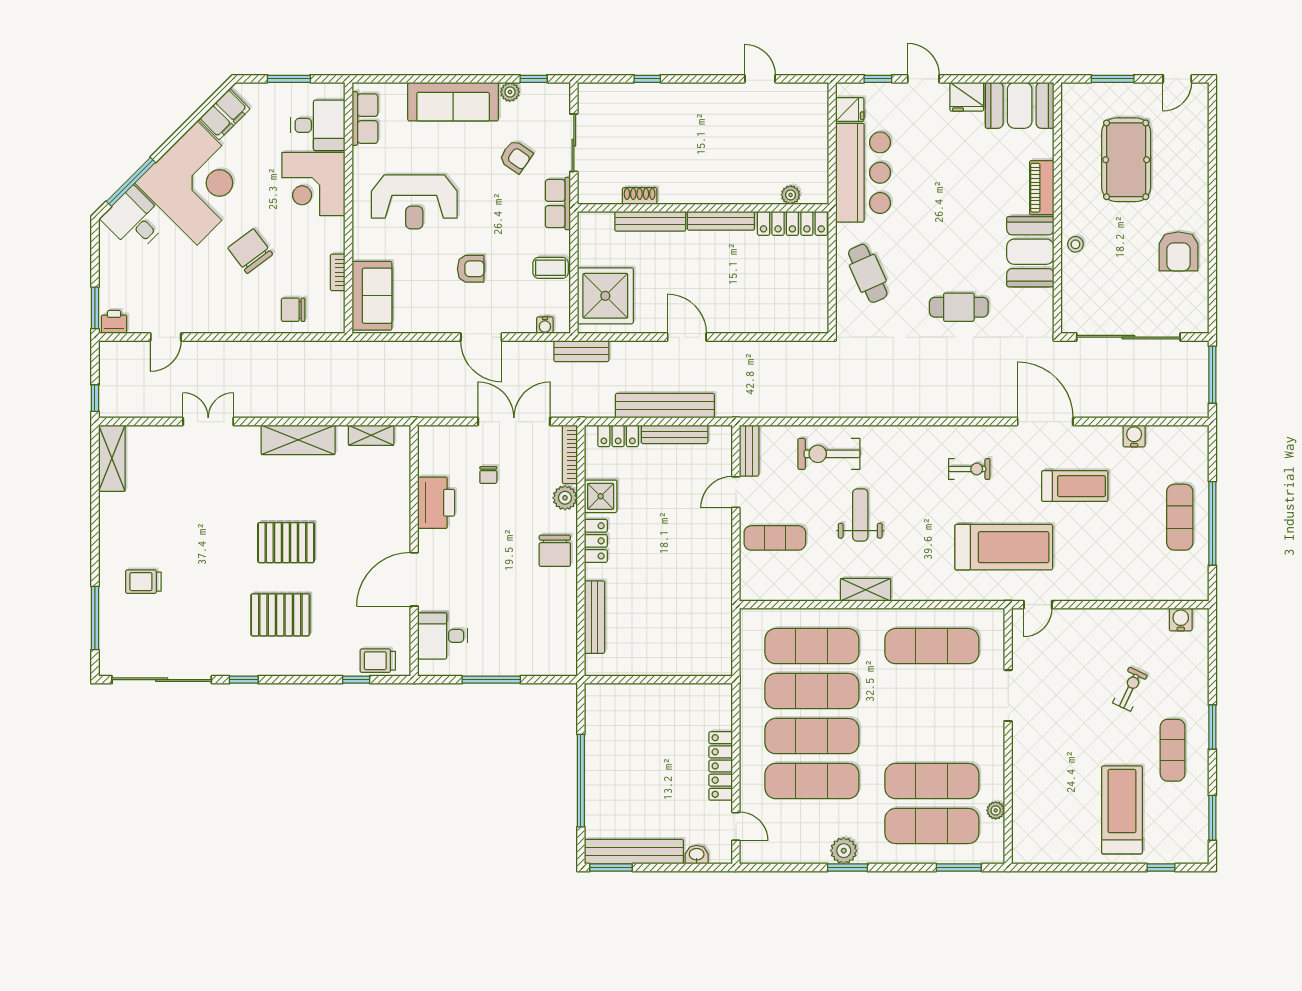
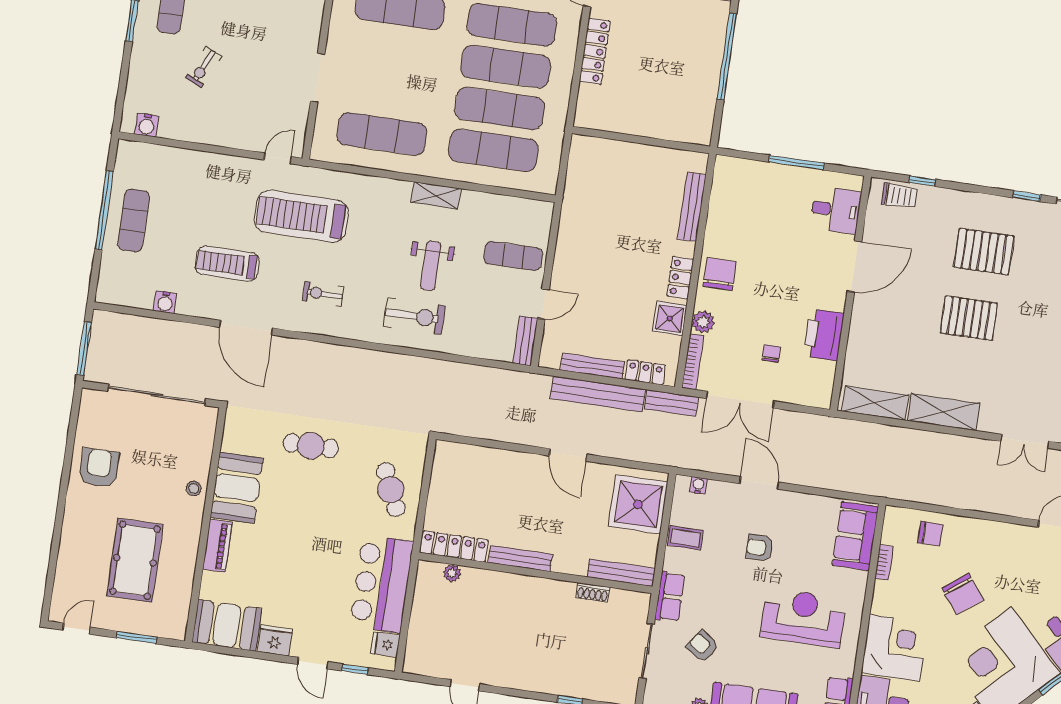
bench: (650, 221) -> (621, 573), moved
bench: (581, 351) -> (671, 403), moved
shelving: (371, 435) -> (875, 403), width x1.50, depth x1.33
exercise bike: (829, 454) -> (415, 316), moved

